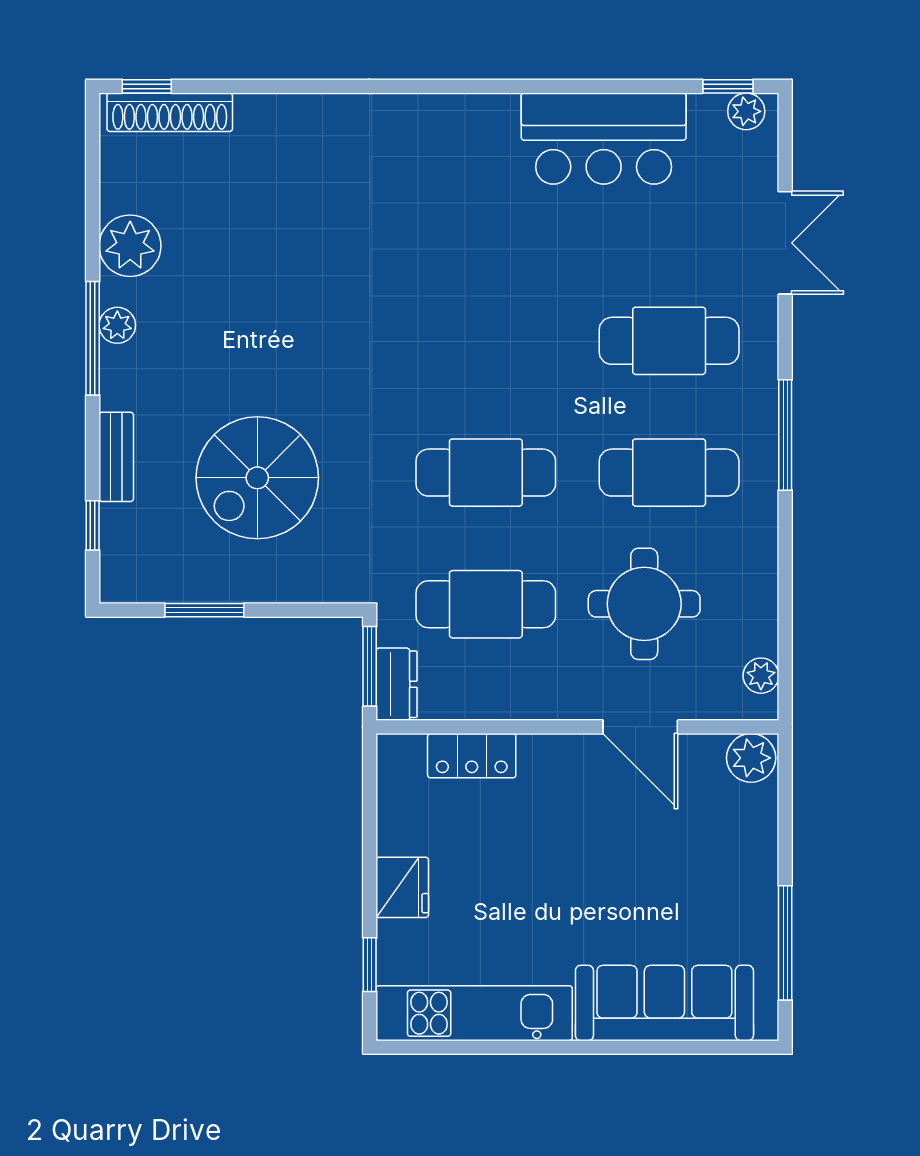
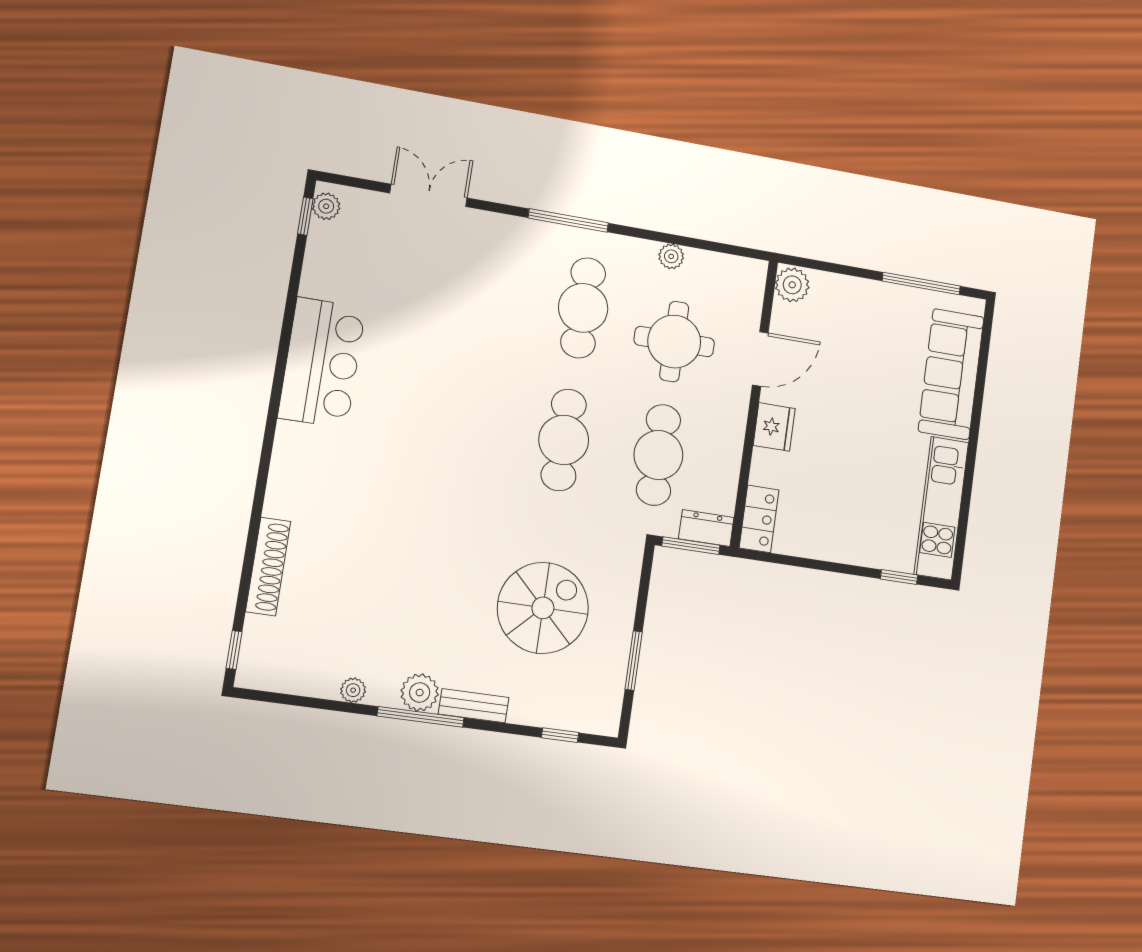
shoe rack: (170, 112) -> (268, 567), moved
bar counter: (604, 139) -> (322, 363), moved
plant: (130, 246) -> (353, 690), width x0.53, depth x0.53
plant: (117, 325) -> (420, 692), width x1.38, depth x1.38
cafe table: (669, 341) -> (488, 292), removed
bench: (116, 457) -> (474, 706), moved
spiral stairs: (257, 478) -> (543, 608), turned -90
plant: (761, 676) -> (671, 256), moved
locker: (472, 756) -> (759, 519), moved
fridge: (402, 887) -> (774, 427), moved, turned 90

